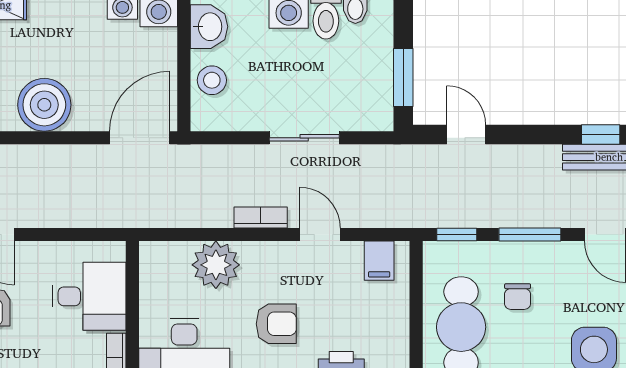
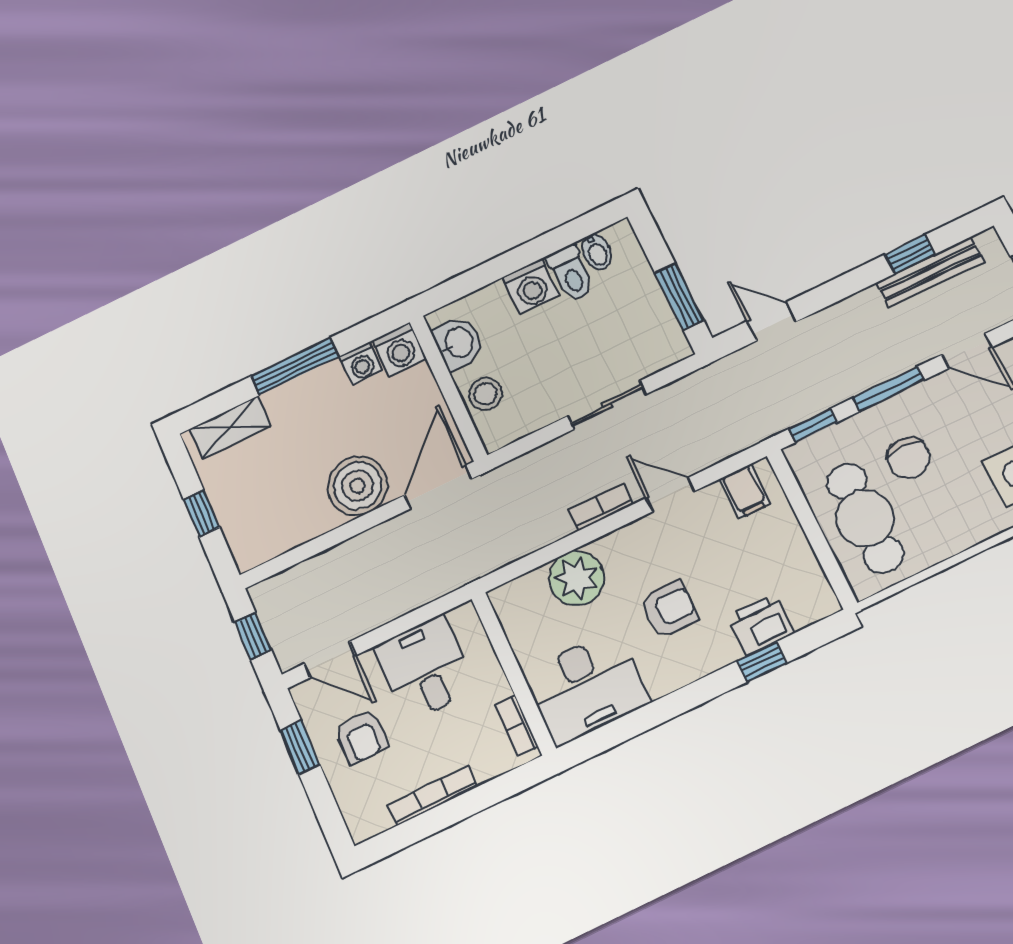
boiler: (44, 105) -> (358, 486), moved
desk: (89, 296) -> (425, 668), moved, turned -90
chair: (518, 297) -> (908, 458), width x1.37, depth x1.37

